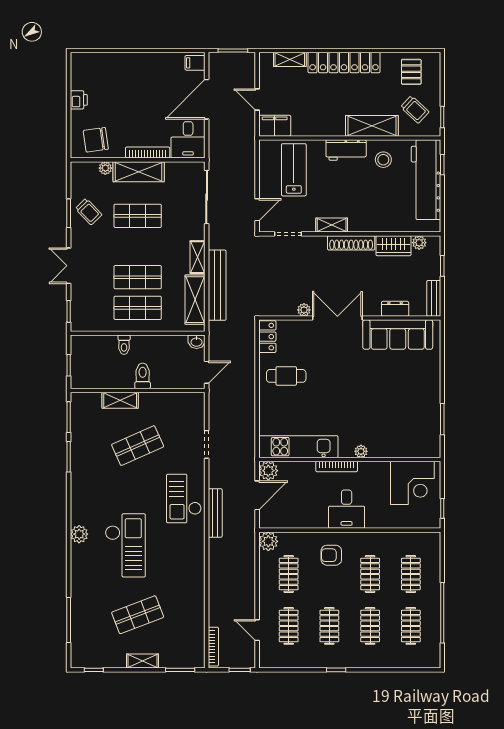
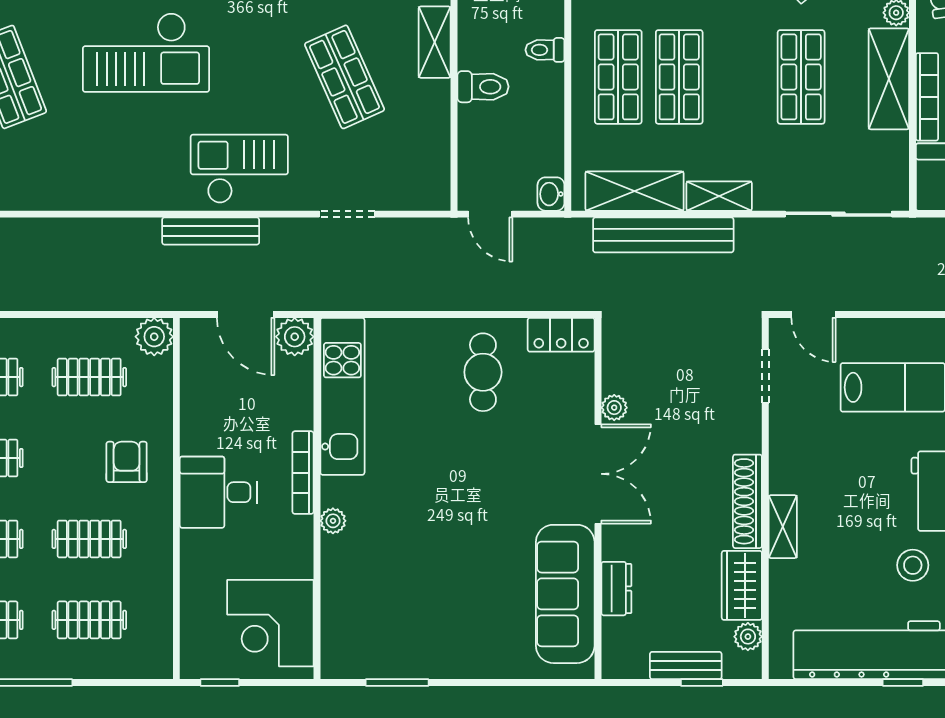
shelving: (332, 225) -> (783, 527), moved
bench: (434, 298) -> (686, 665), moved

